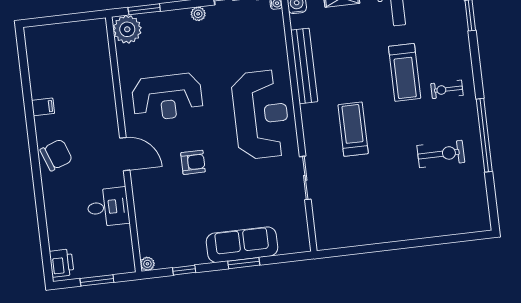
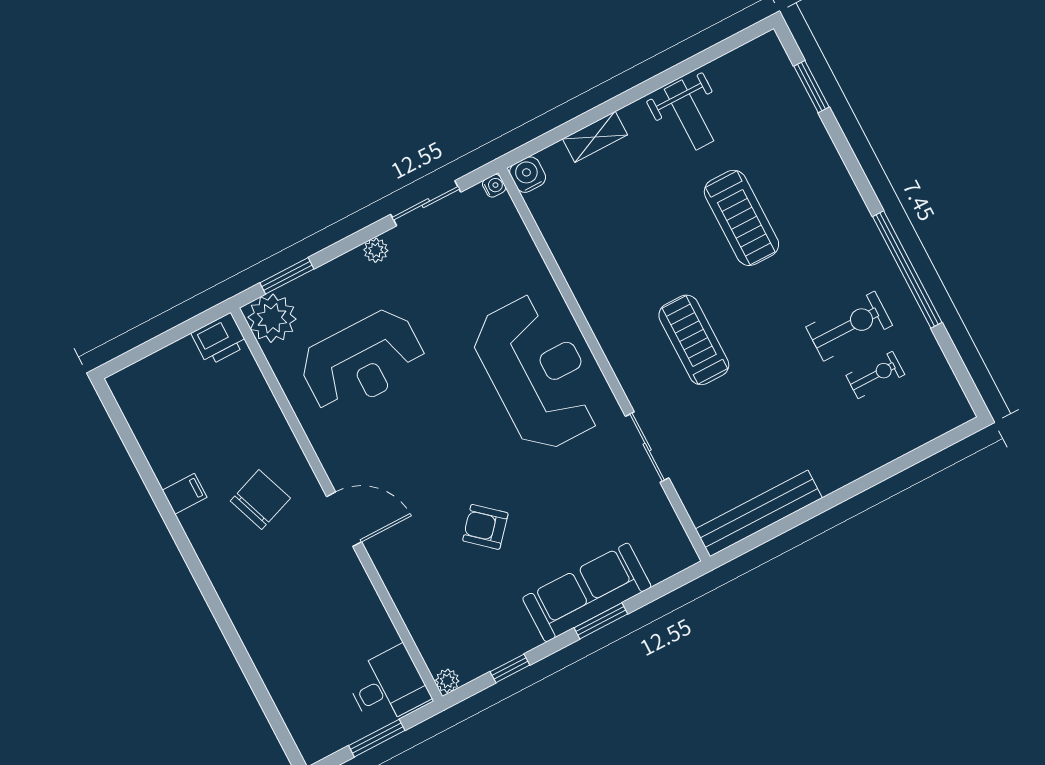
bench: (304, 66) -> (759, 513), moved, turned 90
exercise bike: (447, 89) -> (875, 375), moved, turned 180
reception desk: (167, 97) -> (362, 361), moved
chair: (56, 155) -> (260, 500), moved
armchair: (193, 162) -> (485, 527), moved, turned -139
desk: (108, 207) -> (388, 686), moved
printer: (62, 263) -> (219, 339), moved, turned 90

